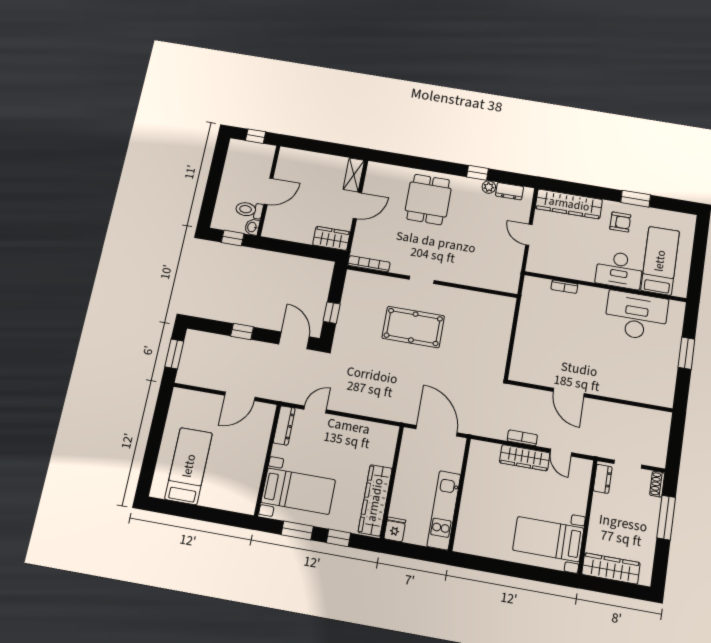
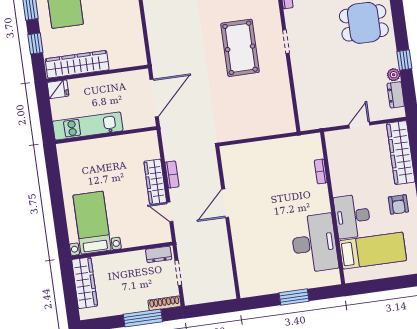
door: (561, 453) -> (170, 212), hinge flipped
shoe rack: (657, 484) -> (164, 303), width x1.43

